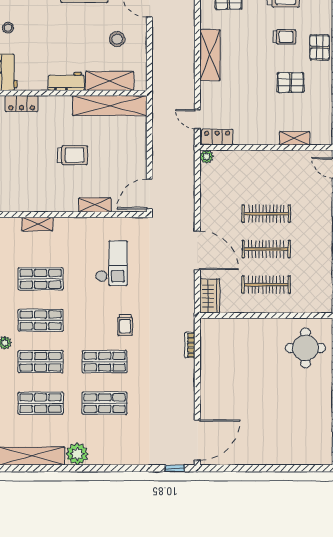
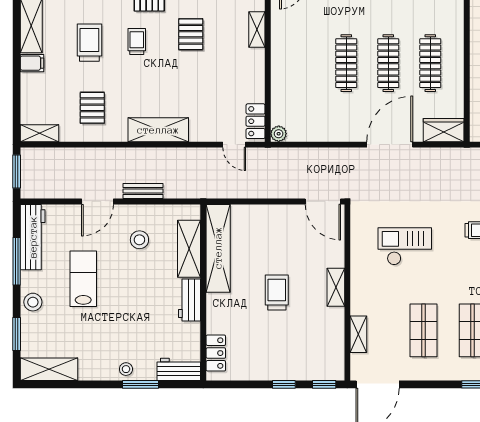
bench: (158, 42) -> (143, 191), added
door: (197, 119) -> (234, 145), hinge flipped
shelving: (95, 205) -> (336, 287), moved

